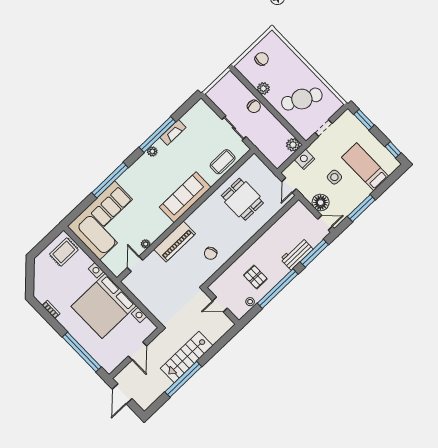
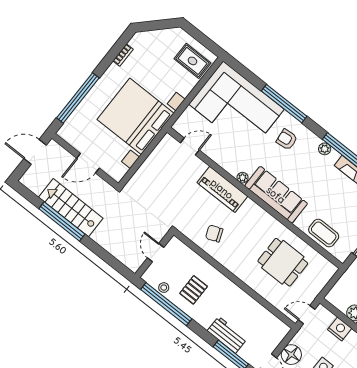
armchair: (140, 182) -> (287, 139), added
dining table: (242, 199) -> (283, 262), turned 90
plant: (146, 244) -> (243, 178), moved
window: (278, 289) -> (166, 304), moved
stairs: (187, 357) -> (71, 208), moved

